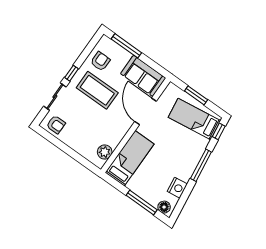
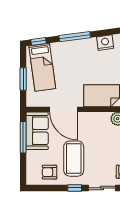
window: (126, 46) -> (23, 137), moved
door: (145, 111) -> (63, 109), hinge flipped

